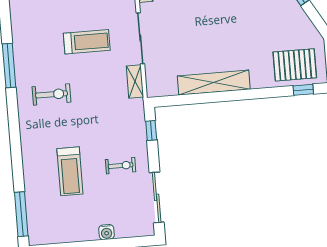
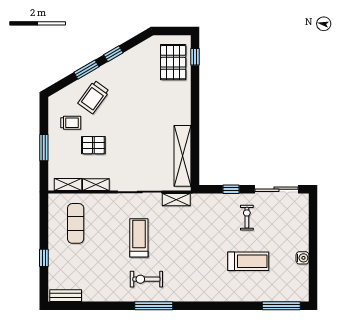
shelving: (214, 83) -> (183, 156), moved
exercise bike: (52, 94) -> (146, 279), moved, turned -90
window: (151, 130) -> (231, 189), moved
water cooler: (106, 232) -> (302, 258), moved

